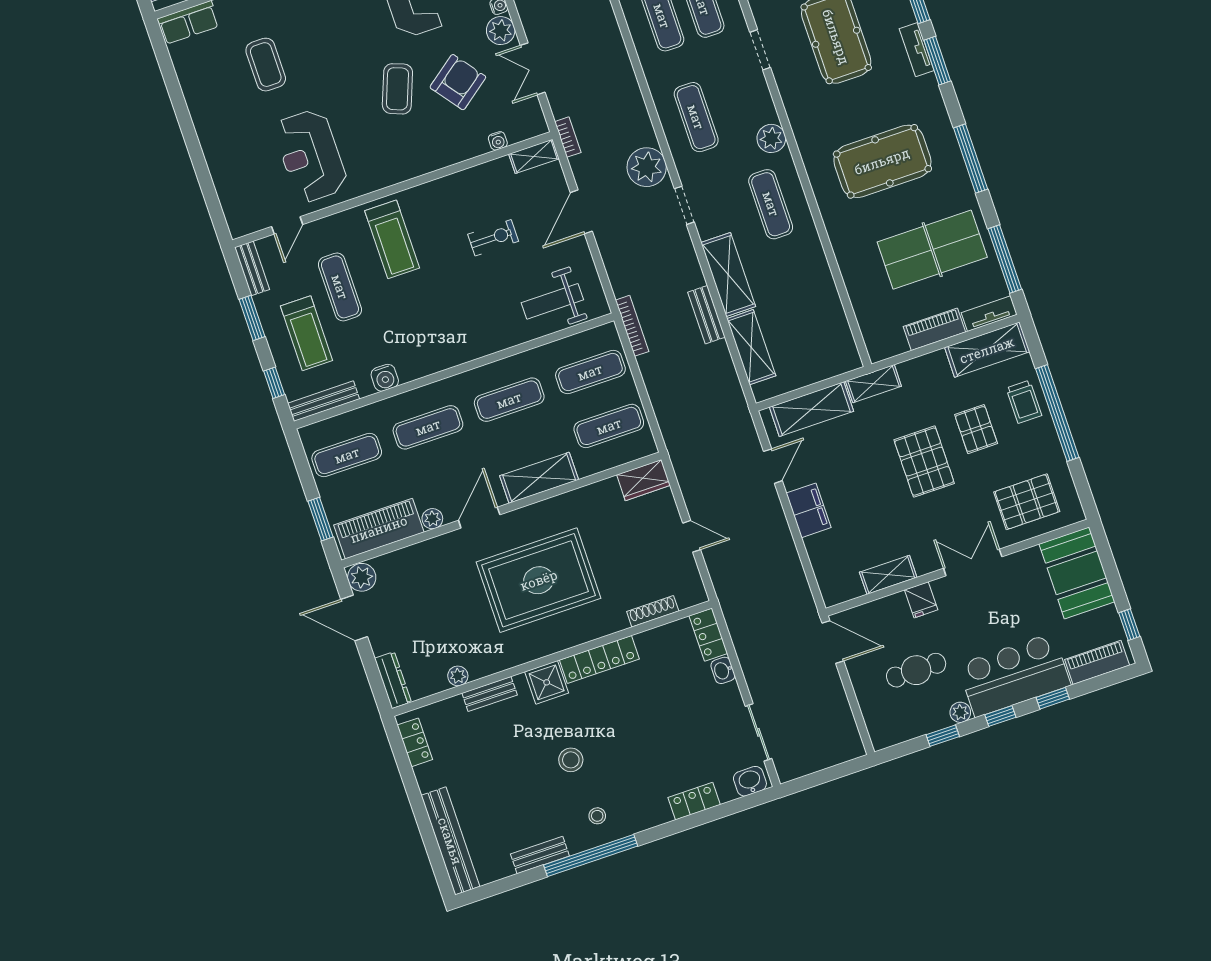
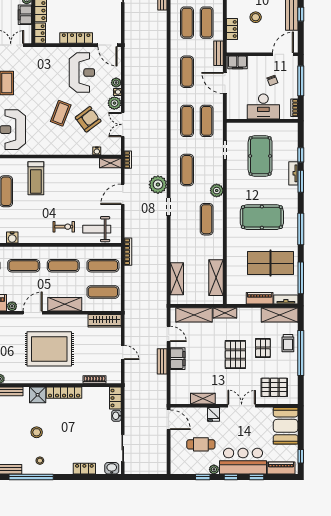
exercise bike: (493, 238) -> (64, 227), moved
shelving: (728, 274) -> (216, 278), moved
bench: (706, 315) -> (162, 361), moved
door: (773, 466) -> (169, 334), hinge flipped
wardrobe: (644, 480) -> (105, 321), width x1.50

